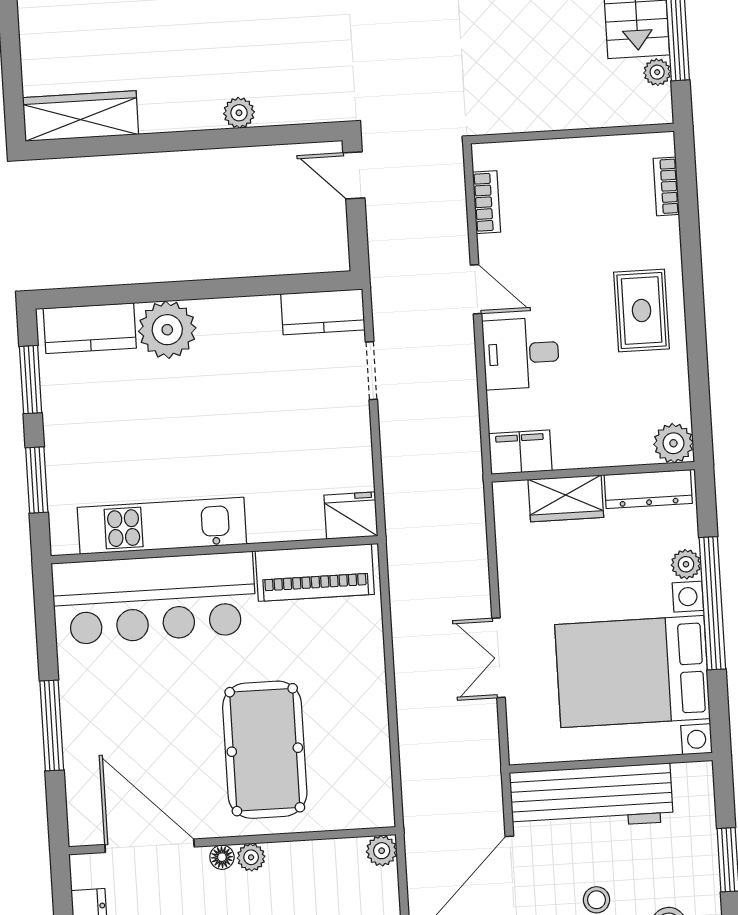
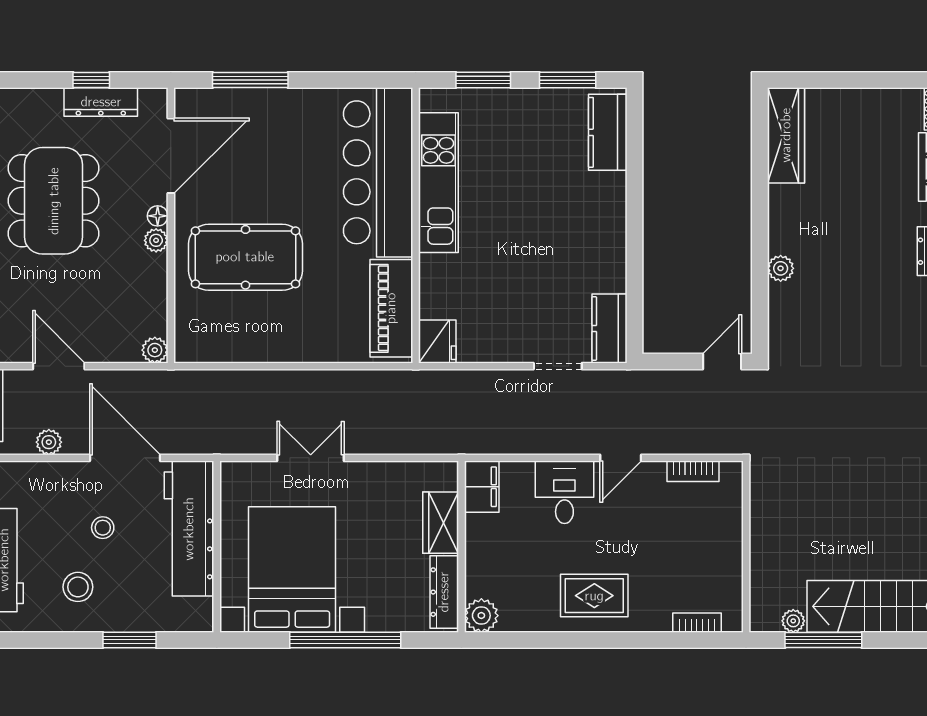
plant: (167, 330) -> (602, 197), removed
plant: (686, 564) -> (379, 620), removed
window: (52, 725) -> (250, 80), moved

